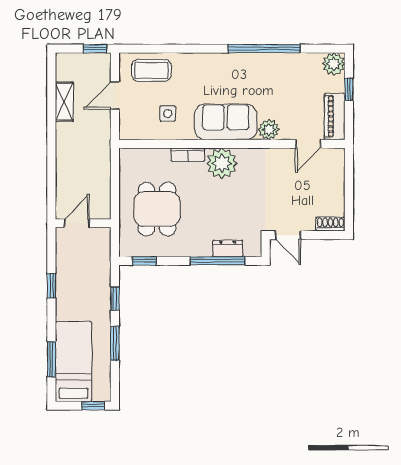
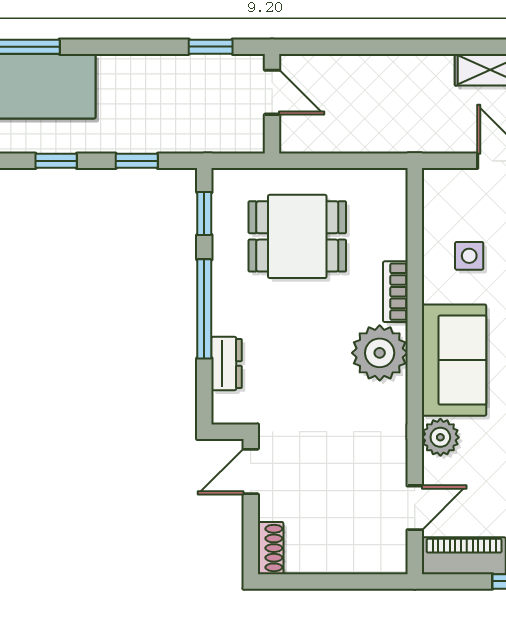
door: (308, 144) -> (415, 508), swing flipped
window: (218, 261) -> (204, 309), moved
window: (51, 286) -> (211, 47), moved
window: (115, 343) -> (56, 161), width x0.67

